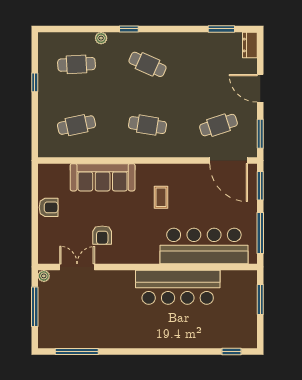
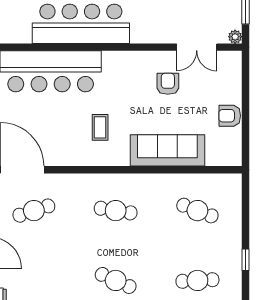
cafe table: (76, 125) -> (197, 211), turned 33

